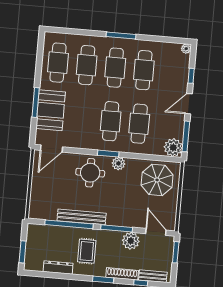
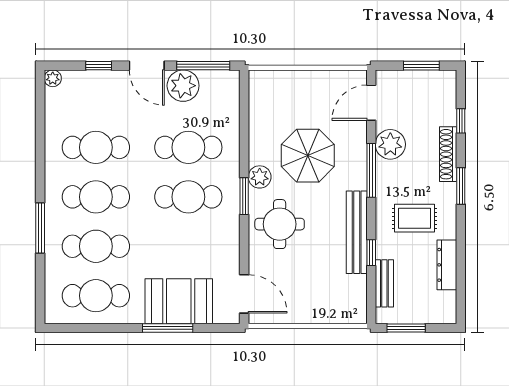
window: (121, 36) -> (40, 228), moved
plant: (173, 148) -> (183, 86), moved
parasol: (157, 180) -> (308, 156), moved
window: (69, 224) -> (371, 253), width x0.32
window: (23, 252) -> (406, 328), moved
window: (176, 252) -> (421, 66), moved
bench: (153, 276) -> (384, 283), moved

